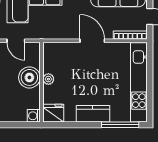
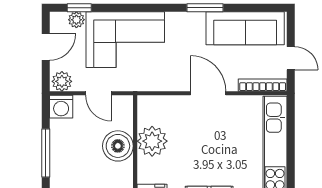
plant: (48, 79) -> (152, 141), width x1.87, depth x1.87

